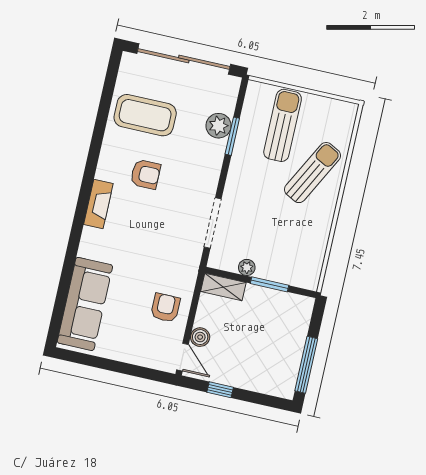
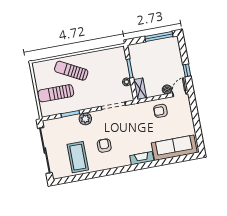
plant: (219, 126) -> (85, 119), moved
fireplace: (98, 204) -> (142, 158), moved

